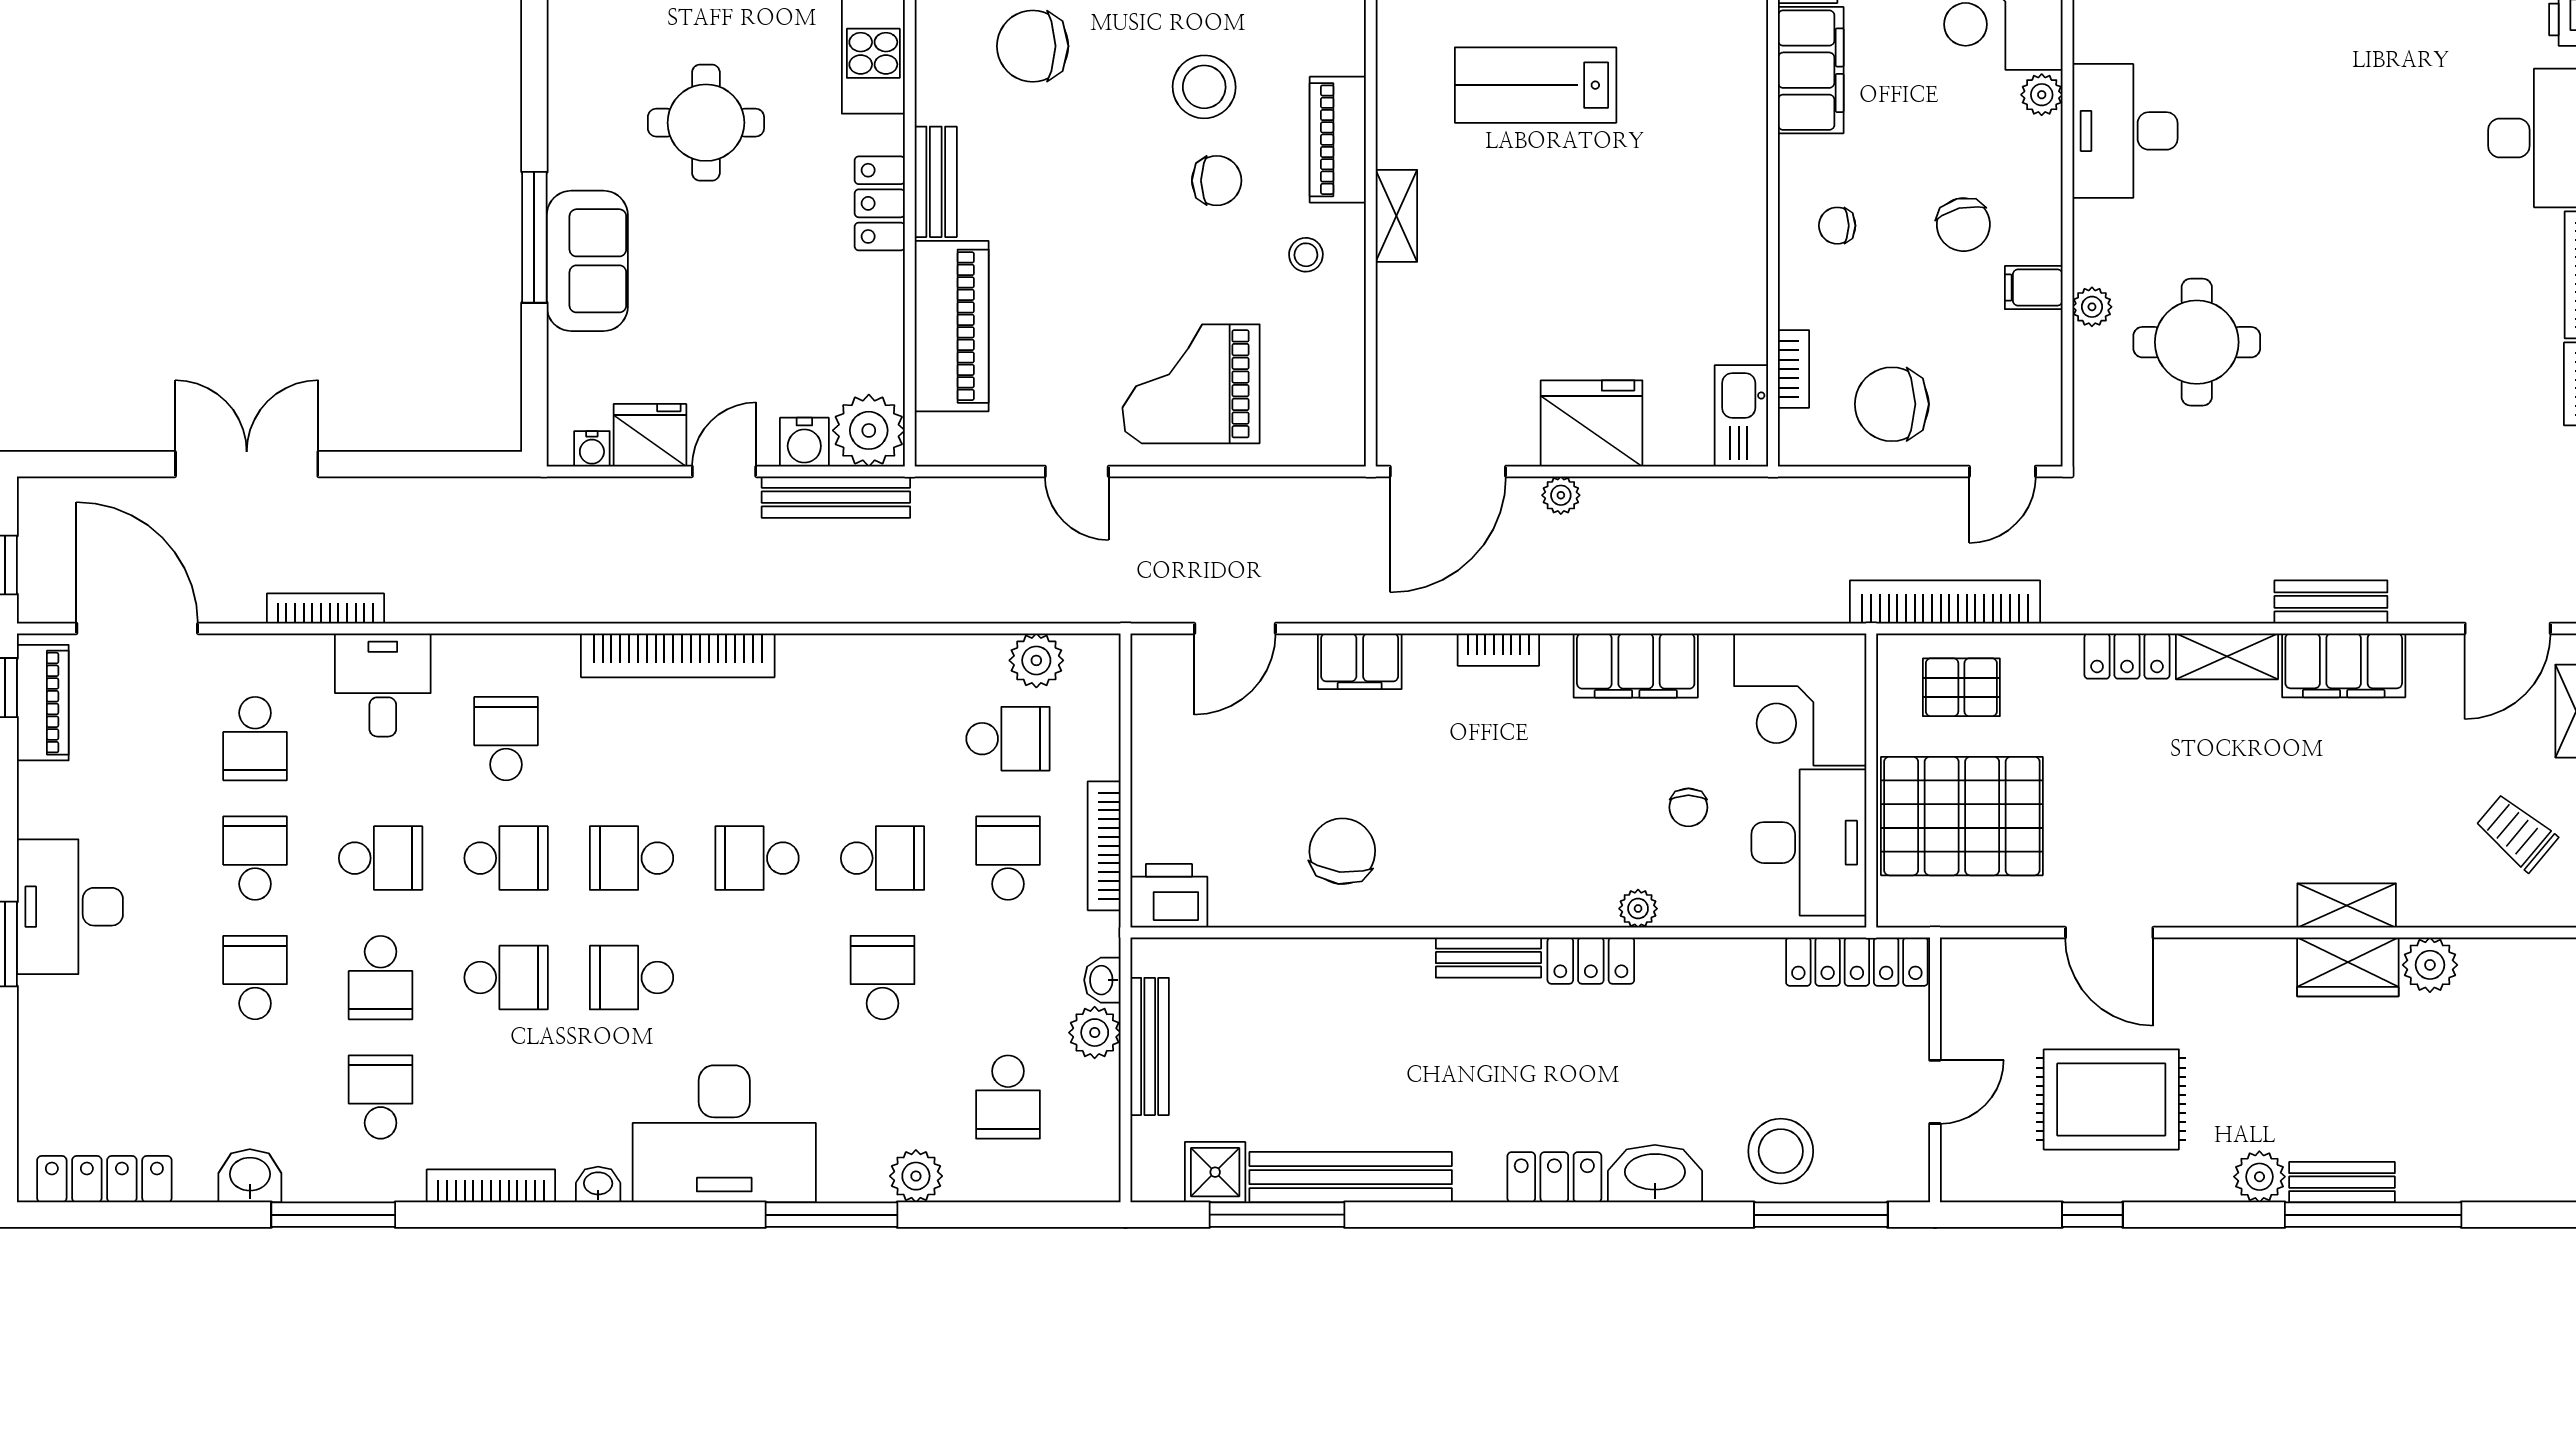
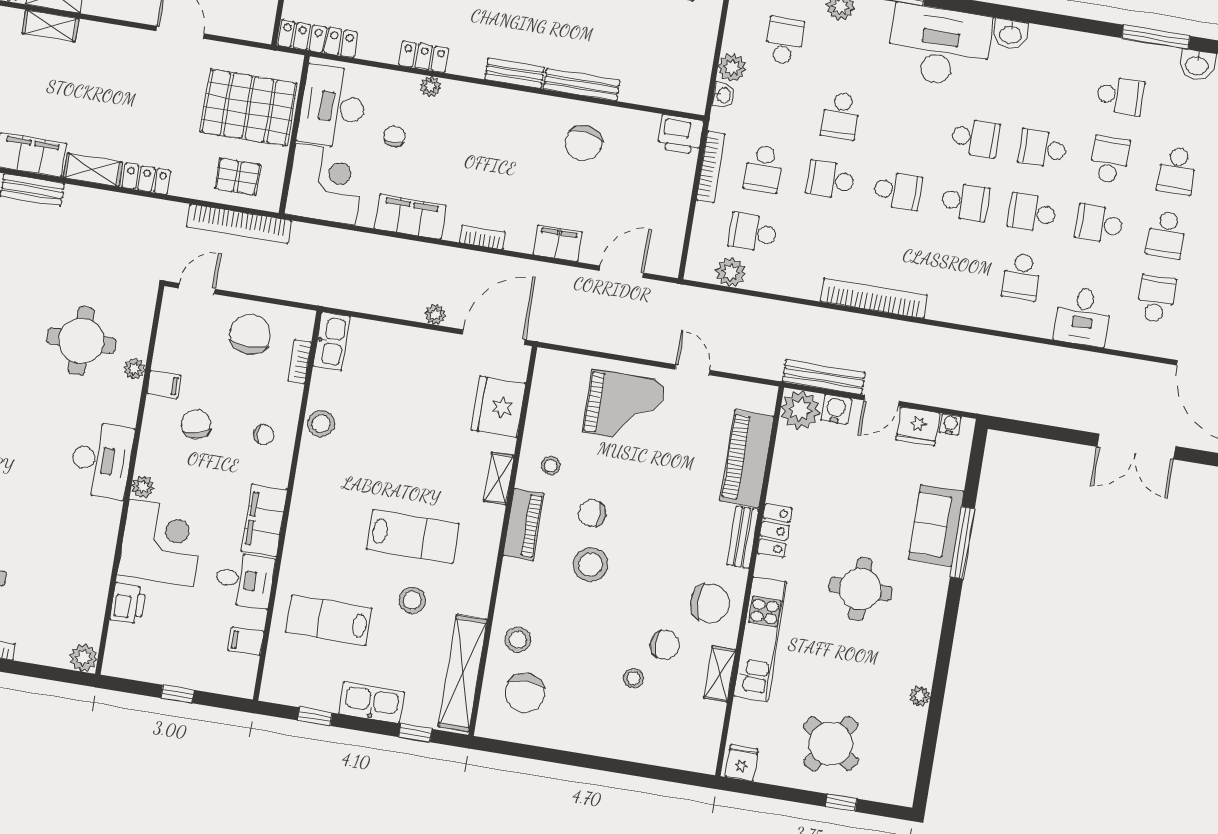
chair: (1033, 46) -> (710, 603), moved
stool: (1736, 263) -> (321, 424), added
chair: (1892, 404) -> (250, 334), turned -90
fridge: (1592, 423) -> (498, 407), moved, turned 90
bookcase: (325, 609) -> (1107, 362), removed
bookcase: (678, 655) -> (874, 298), moved
locker: (1591, 961) -> (424, 57), moved
bench: (1150, 1046) -> (582, 85), moved, turned 90
school desk: (381, 1097) -> (1120, 96), turned -90
washbasin: (598, 1184) -> (1011, 34), width x1.38, depth x1.45
bookcase: (491, 1186) -> (1069, 38), removed

